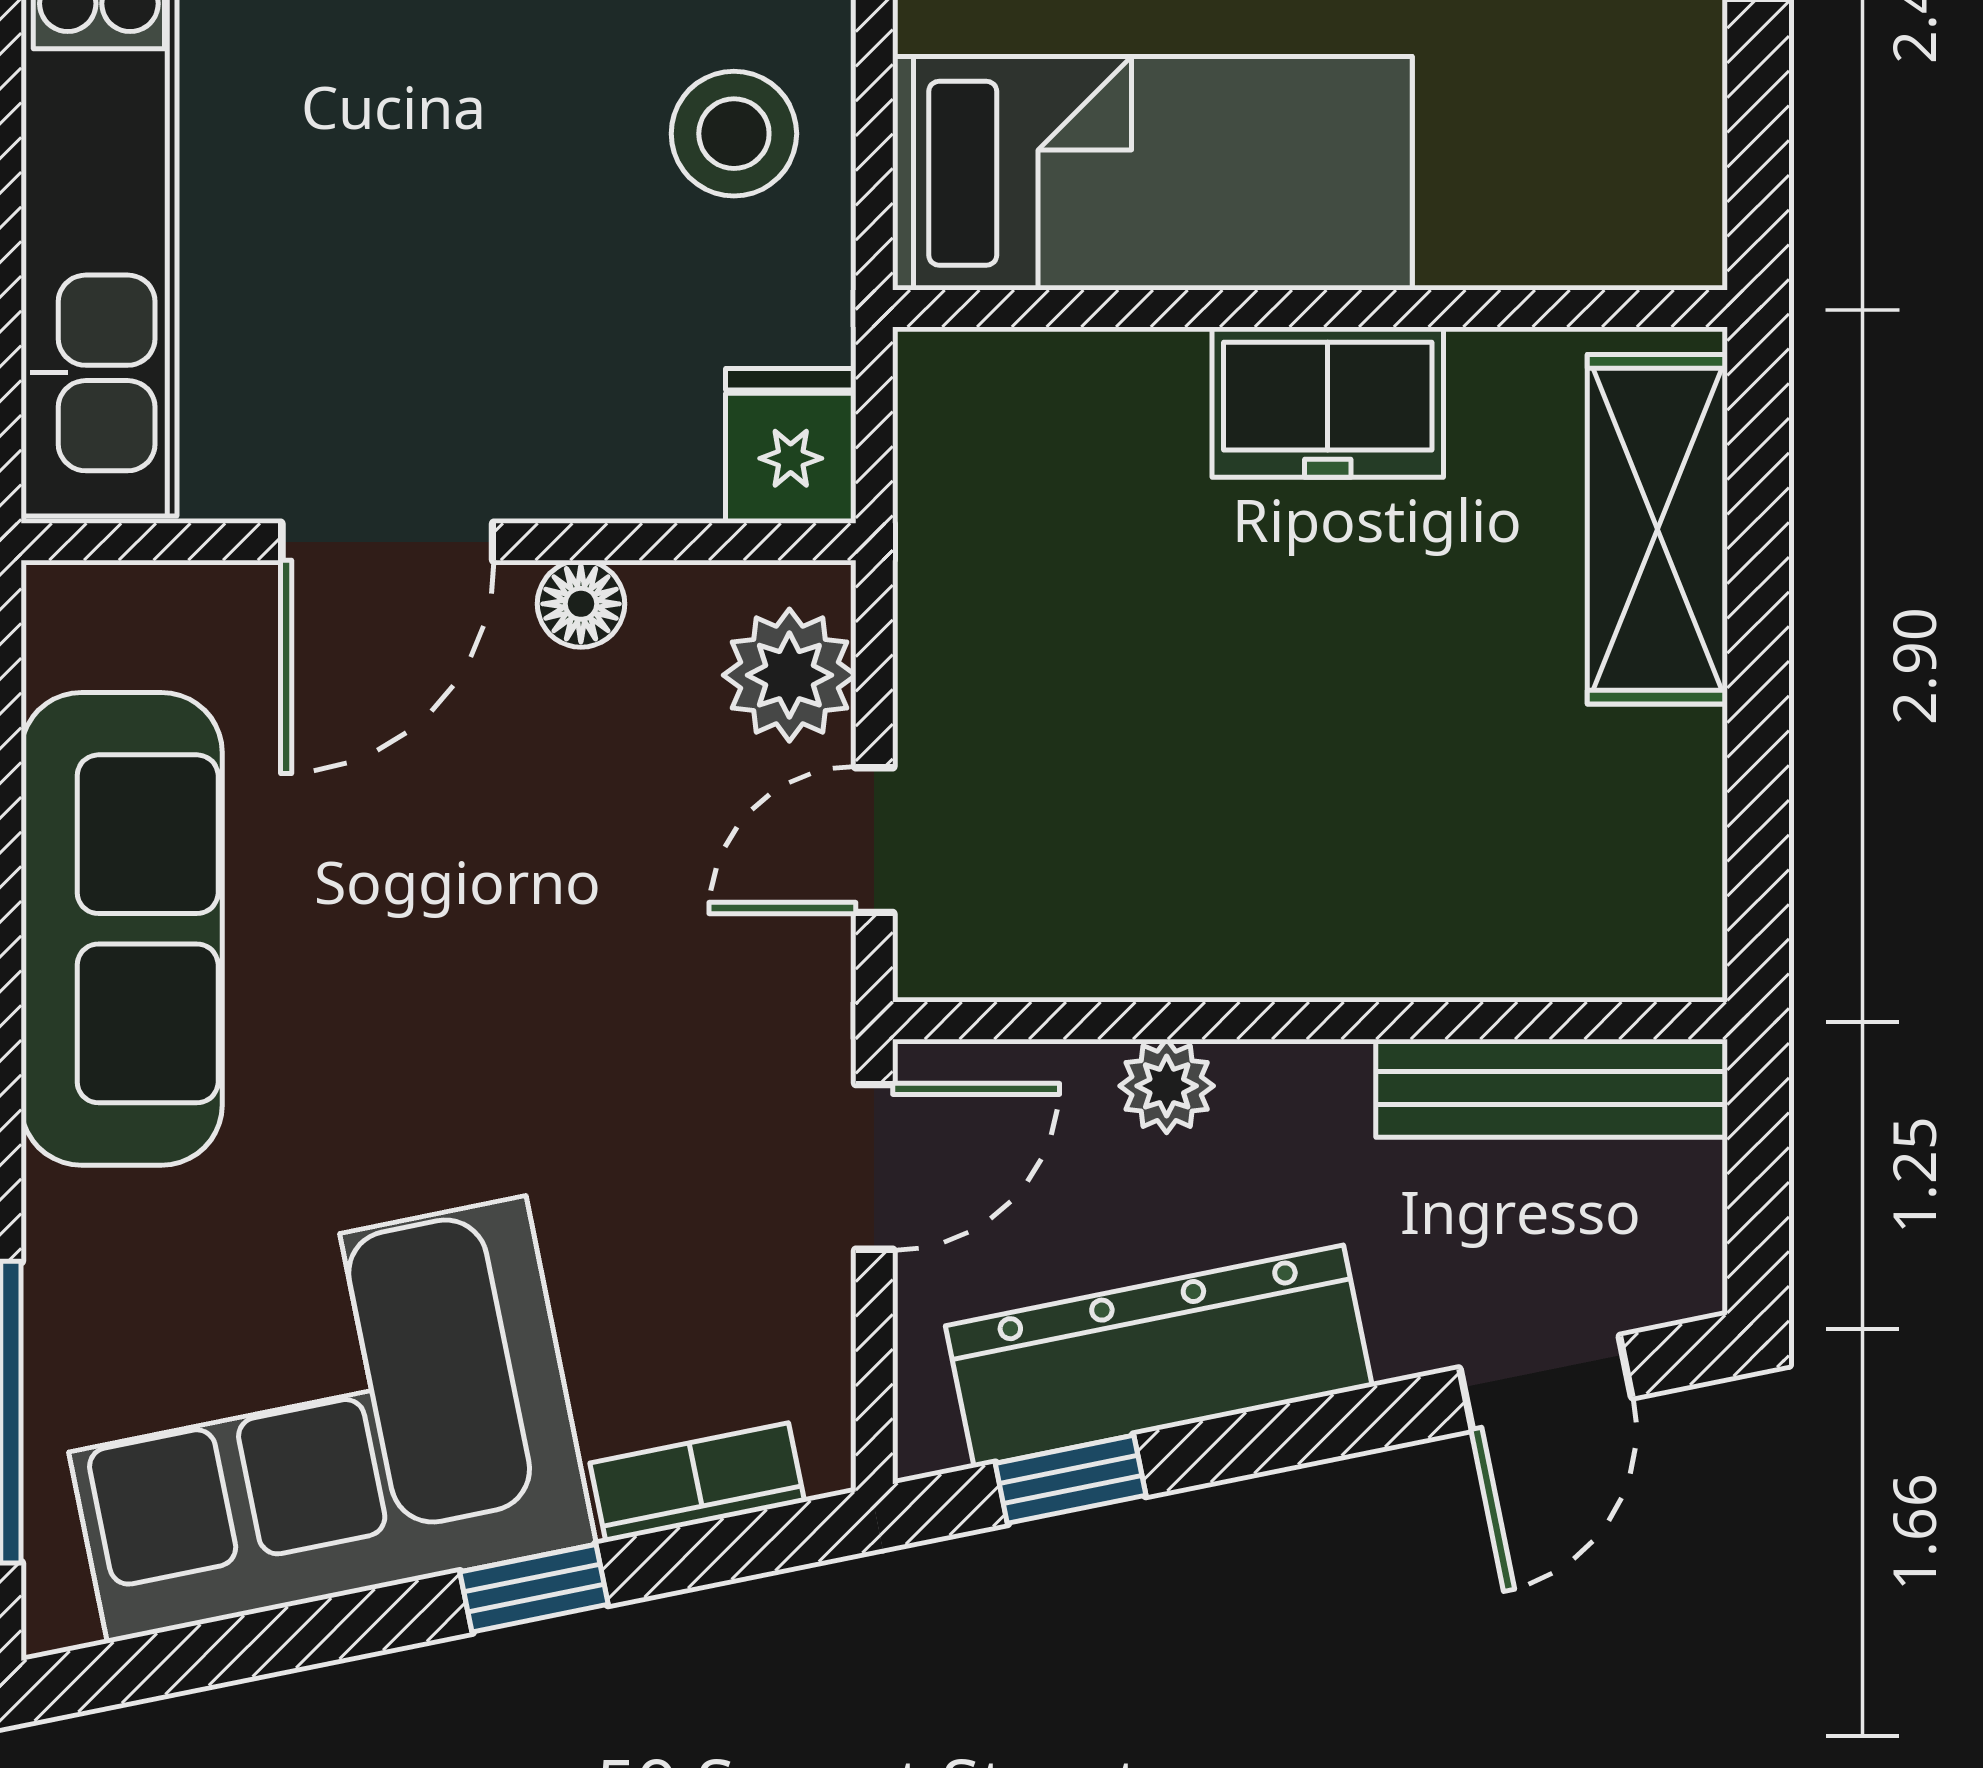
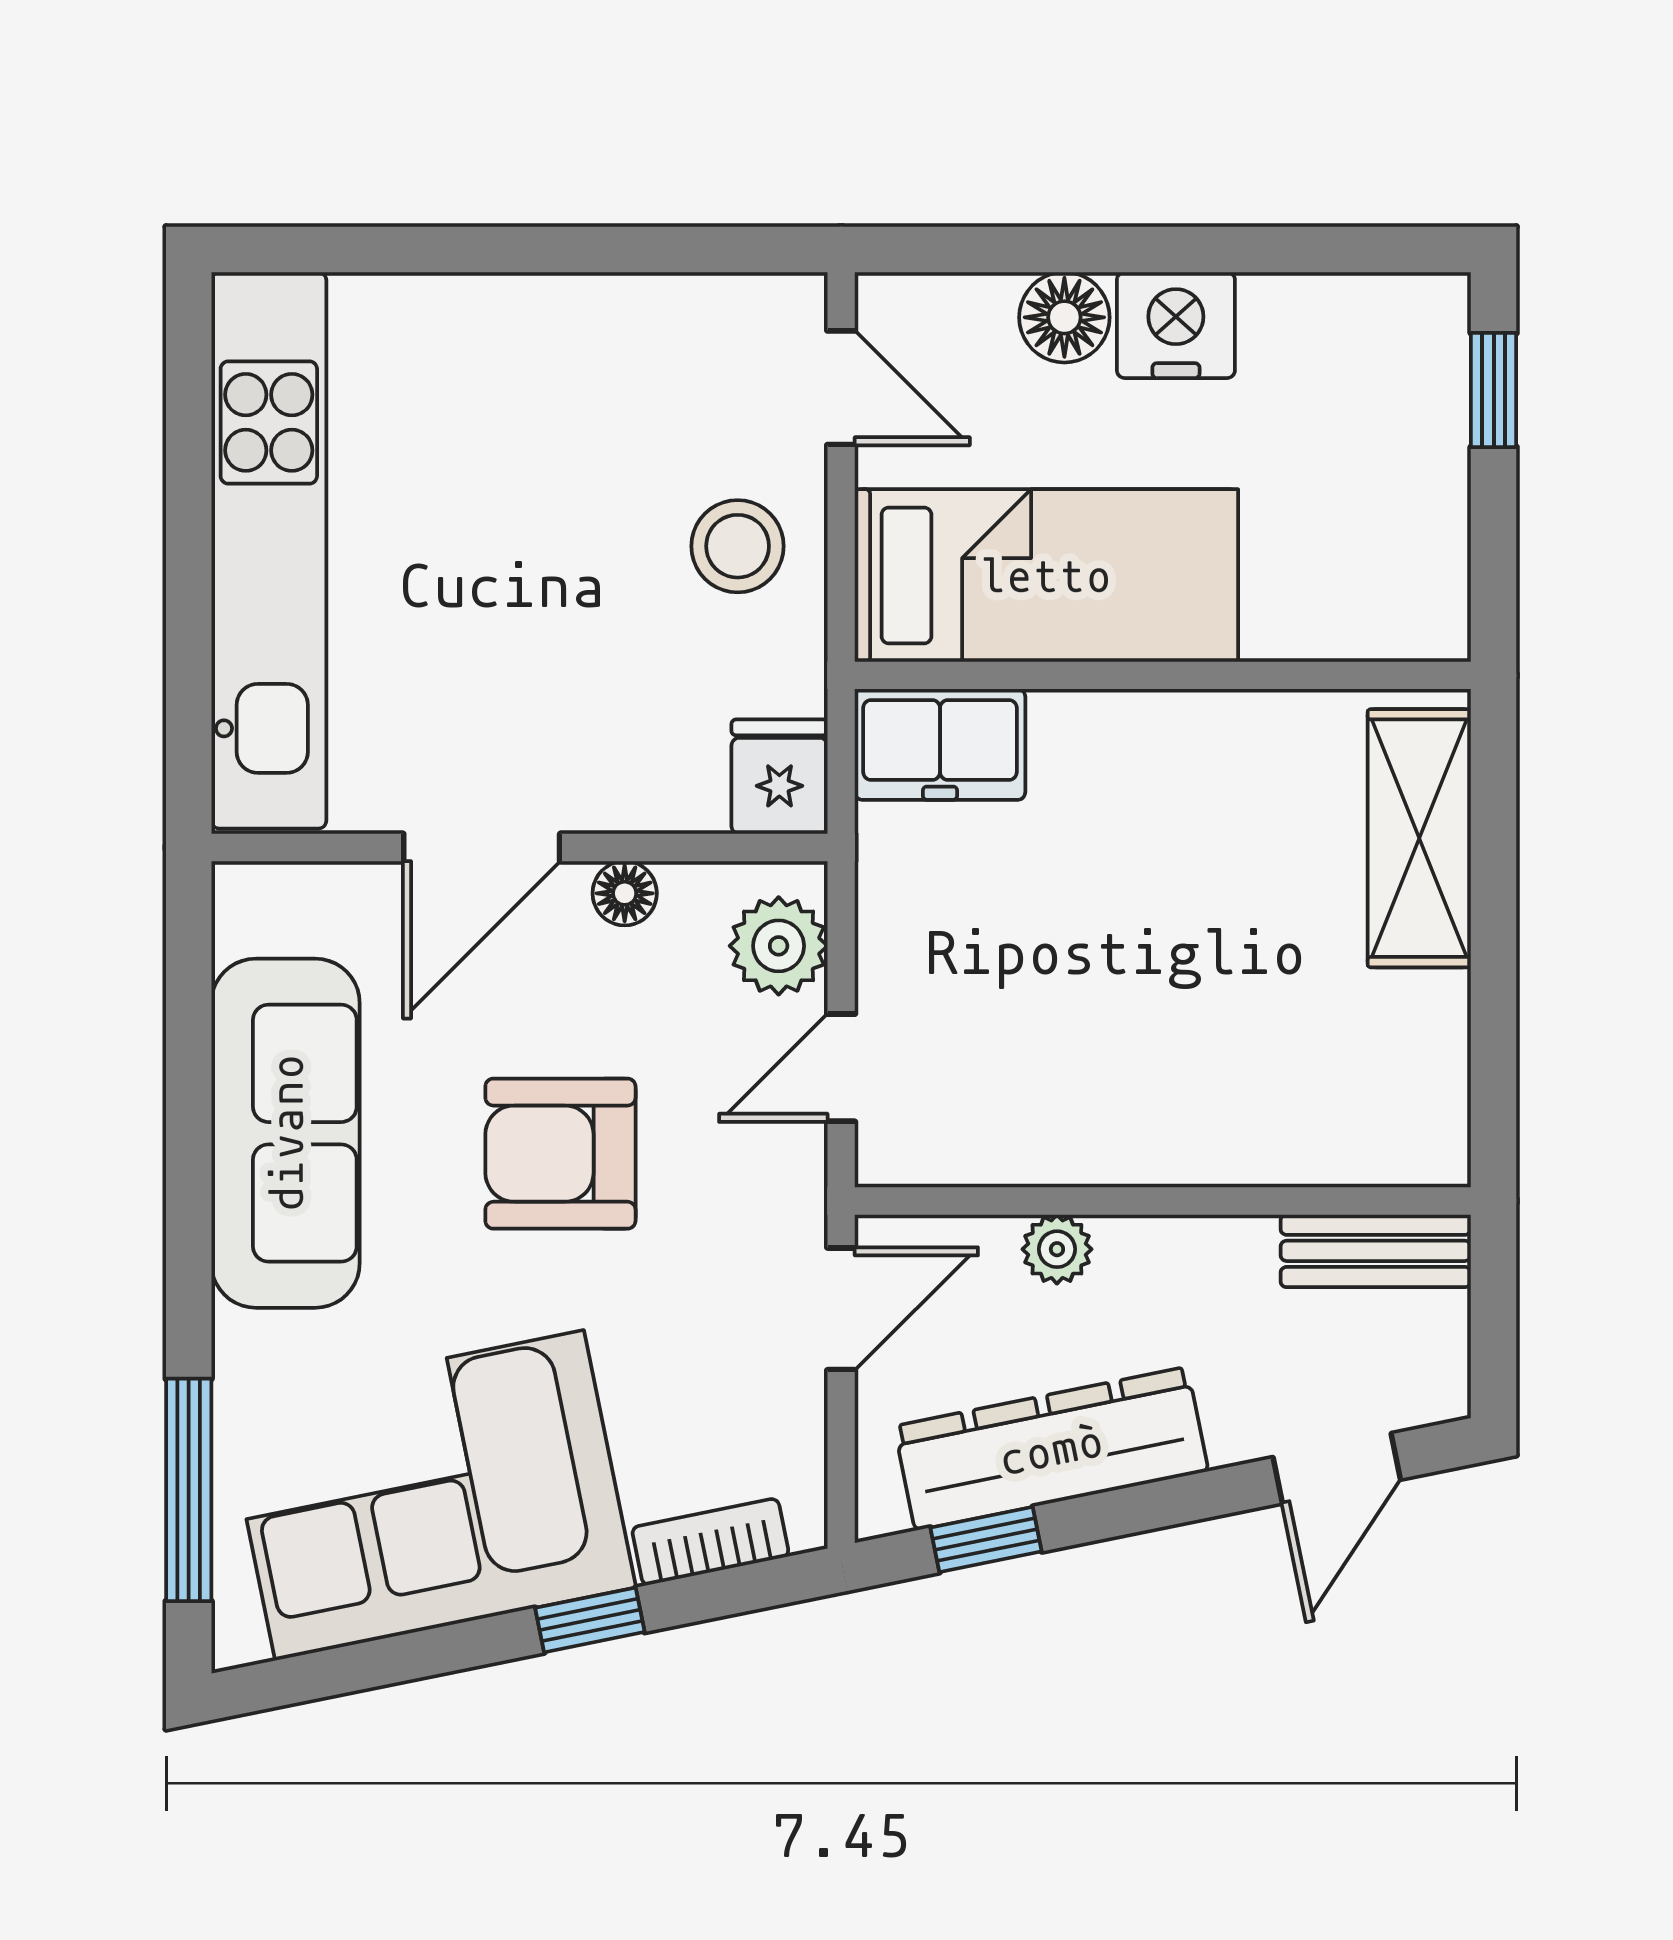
freezer: (1328, 402) -> (940, 744), moved
armchair: (494, 957) -> (560, 1154), added
bench: (1552, 1088) -> (1376, 1251), width x0.73

